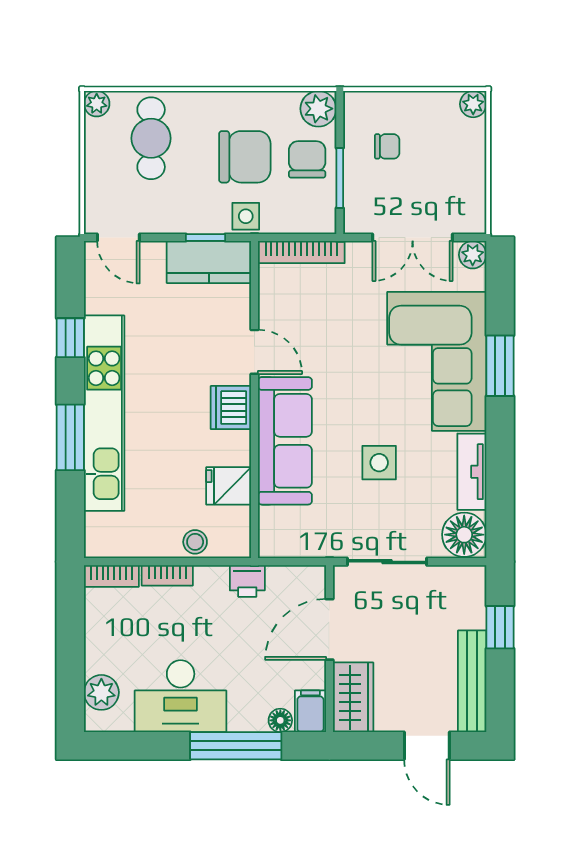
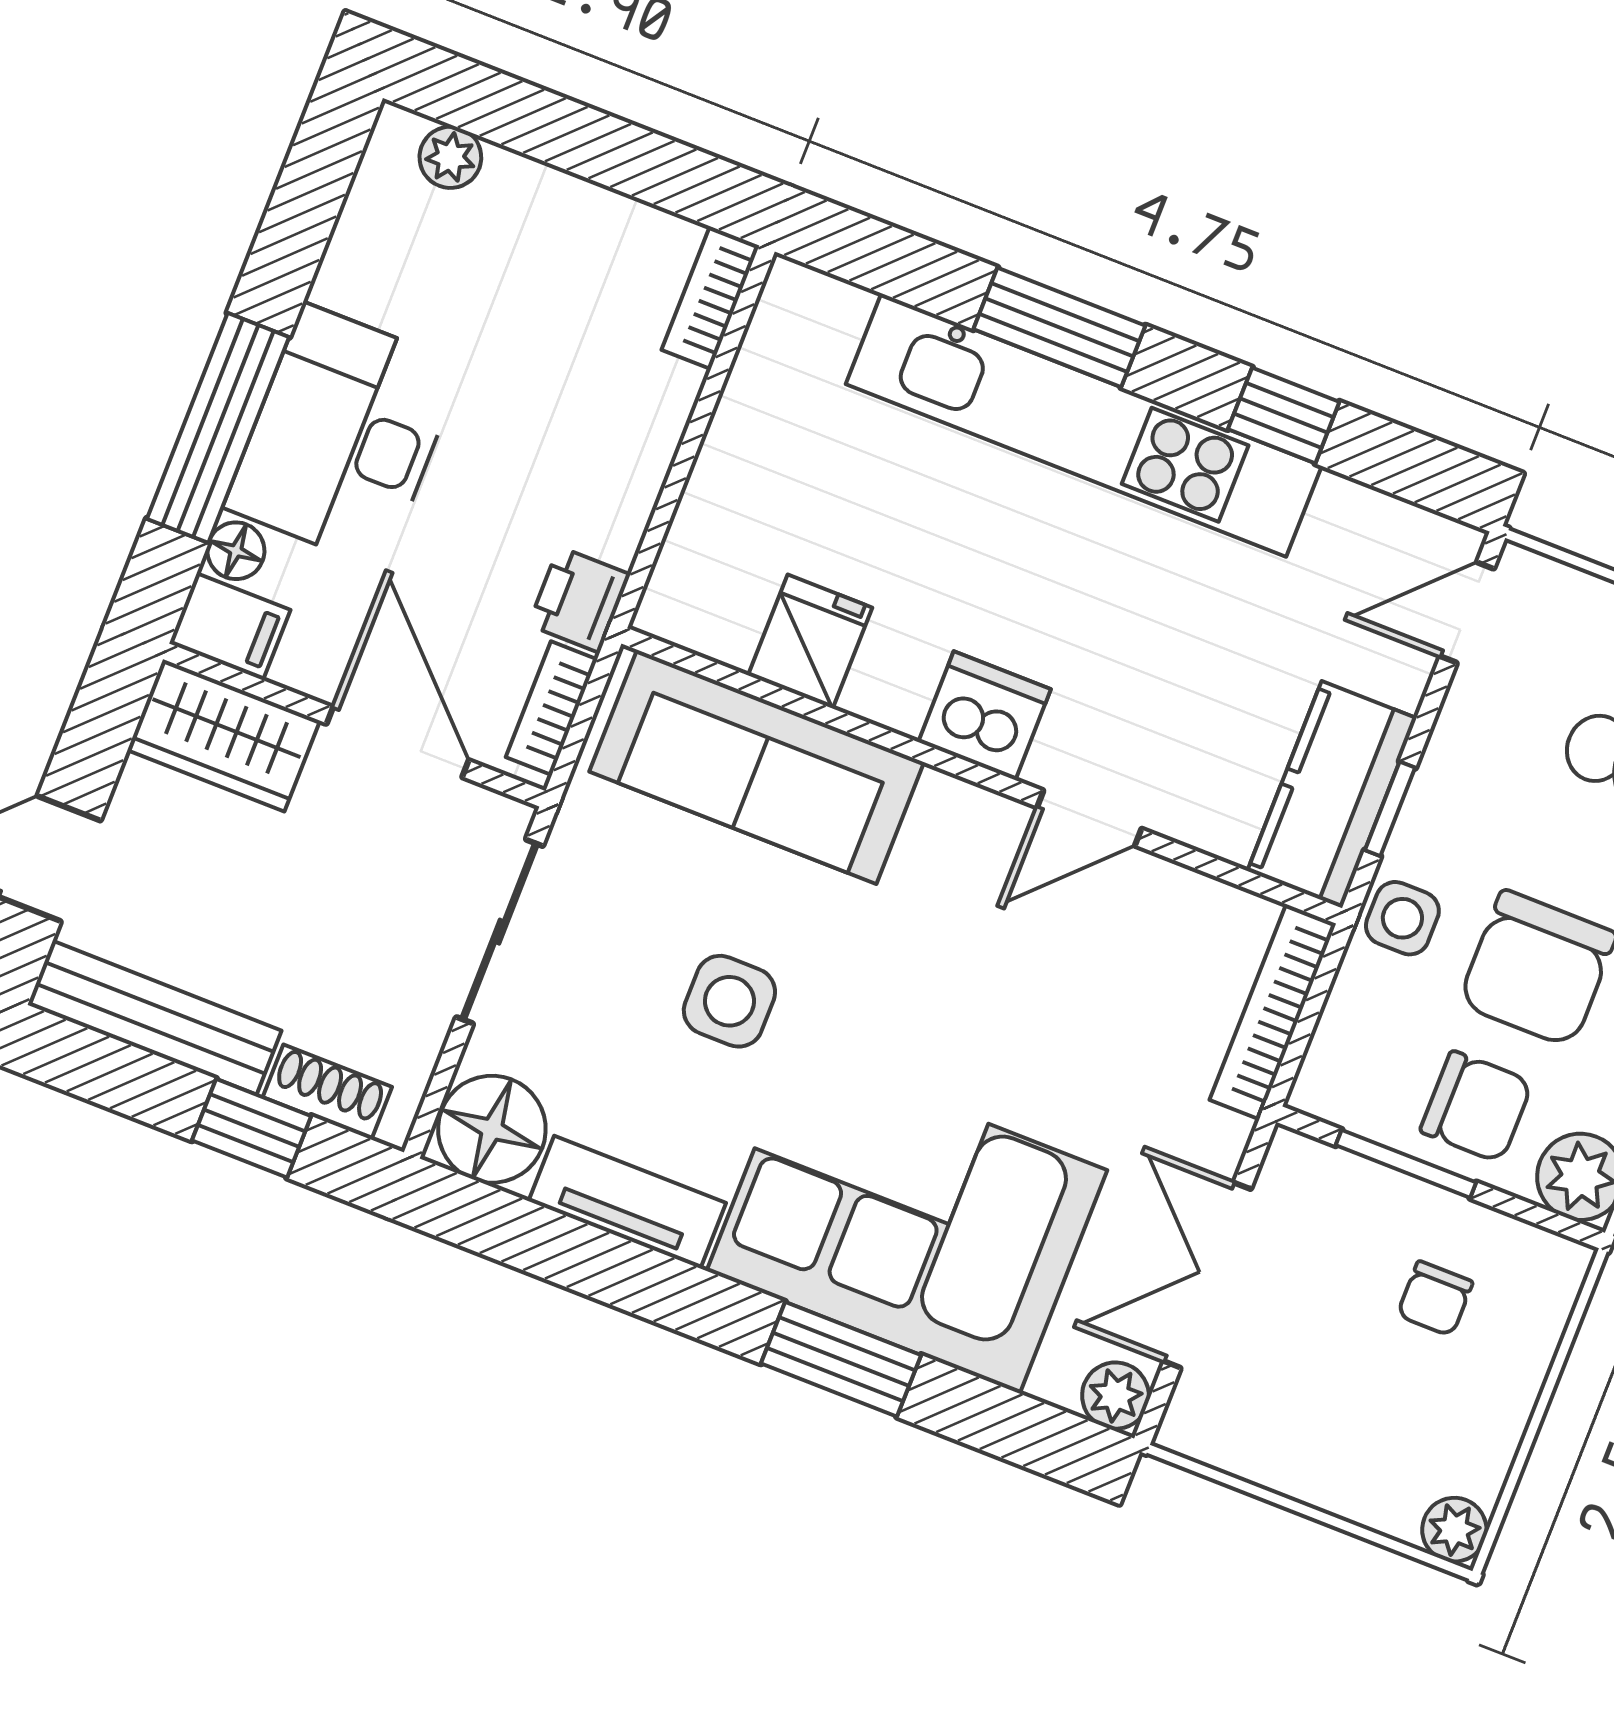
sofa: (285, 441) -> (757, 767), moved
stool: (195, 542) -> (713, 516), removed
bookcase: (167, 575) -> (551, 708), moved
shoe rack: (475, 604) -> (327, 1092), added
plant: (101, 692) -> (450, 157), width x0.73, depth x0.73
desk: (181, 696) -> (344, 436), moved

